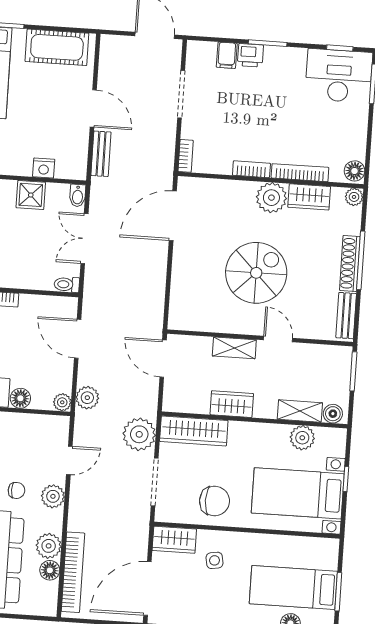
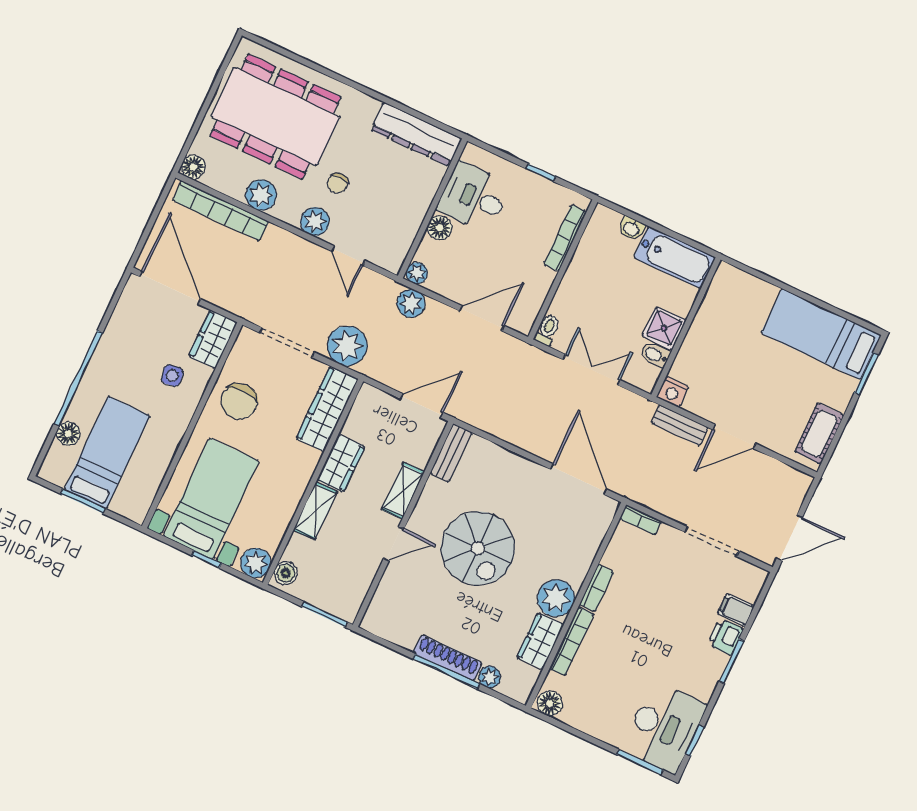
cot: (57, 47) -> (819, 433), width x0.73, depth x0.75
nightstand: (44, 168) -> (672, 392), moved, turned -90
bidet: (78, 196) -> (655, 355), moved
plant: (354, 197) -> (490, 677), moved
bench: (346, 316) -> (451, 453), moved, turned 90
shelving: (300, 411) -> (315, 511), moved
plant: (302, 438) -> (256, 563), moved
floor lamp: (50, 570) -> (193, 167), moved

